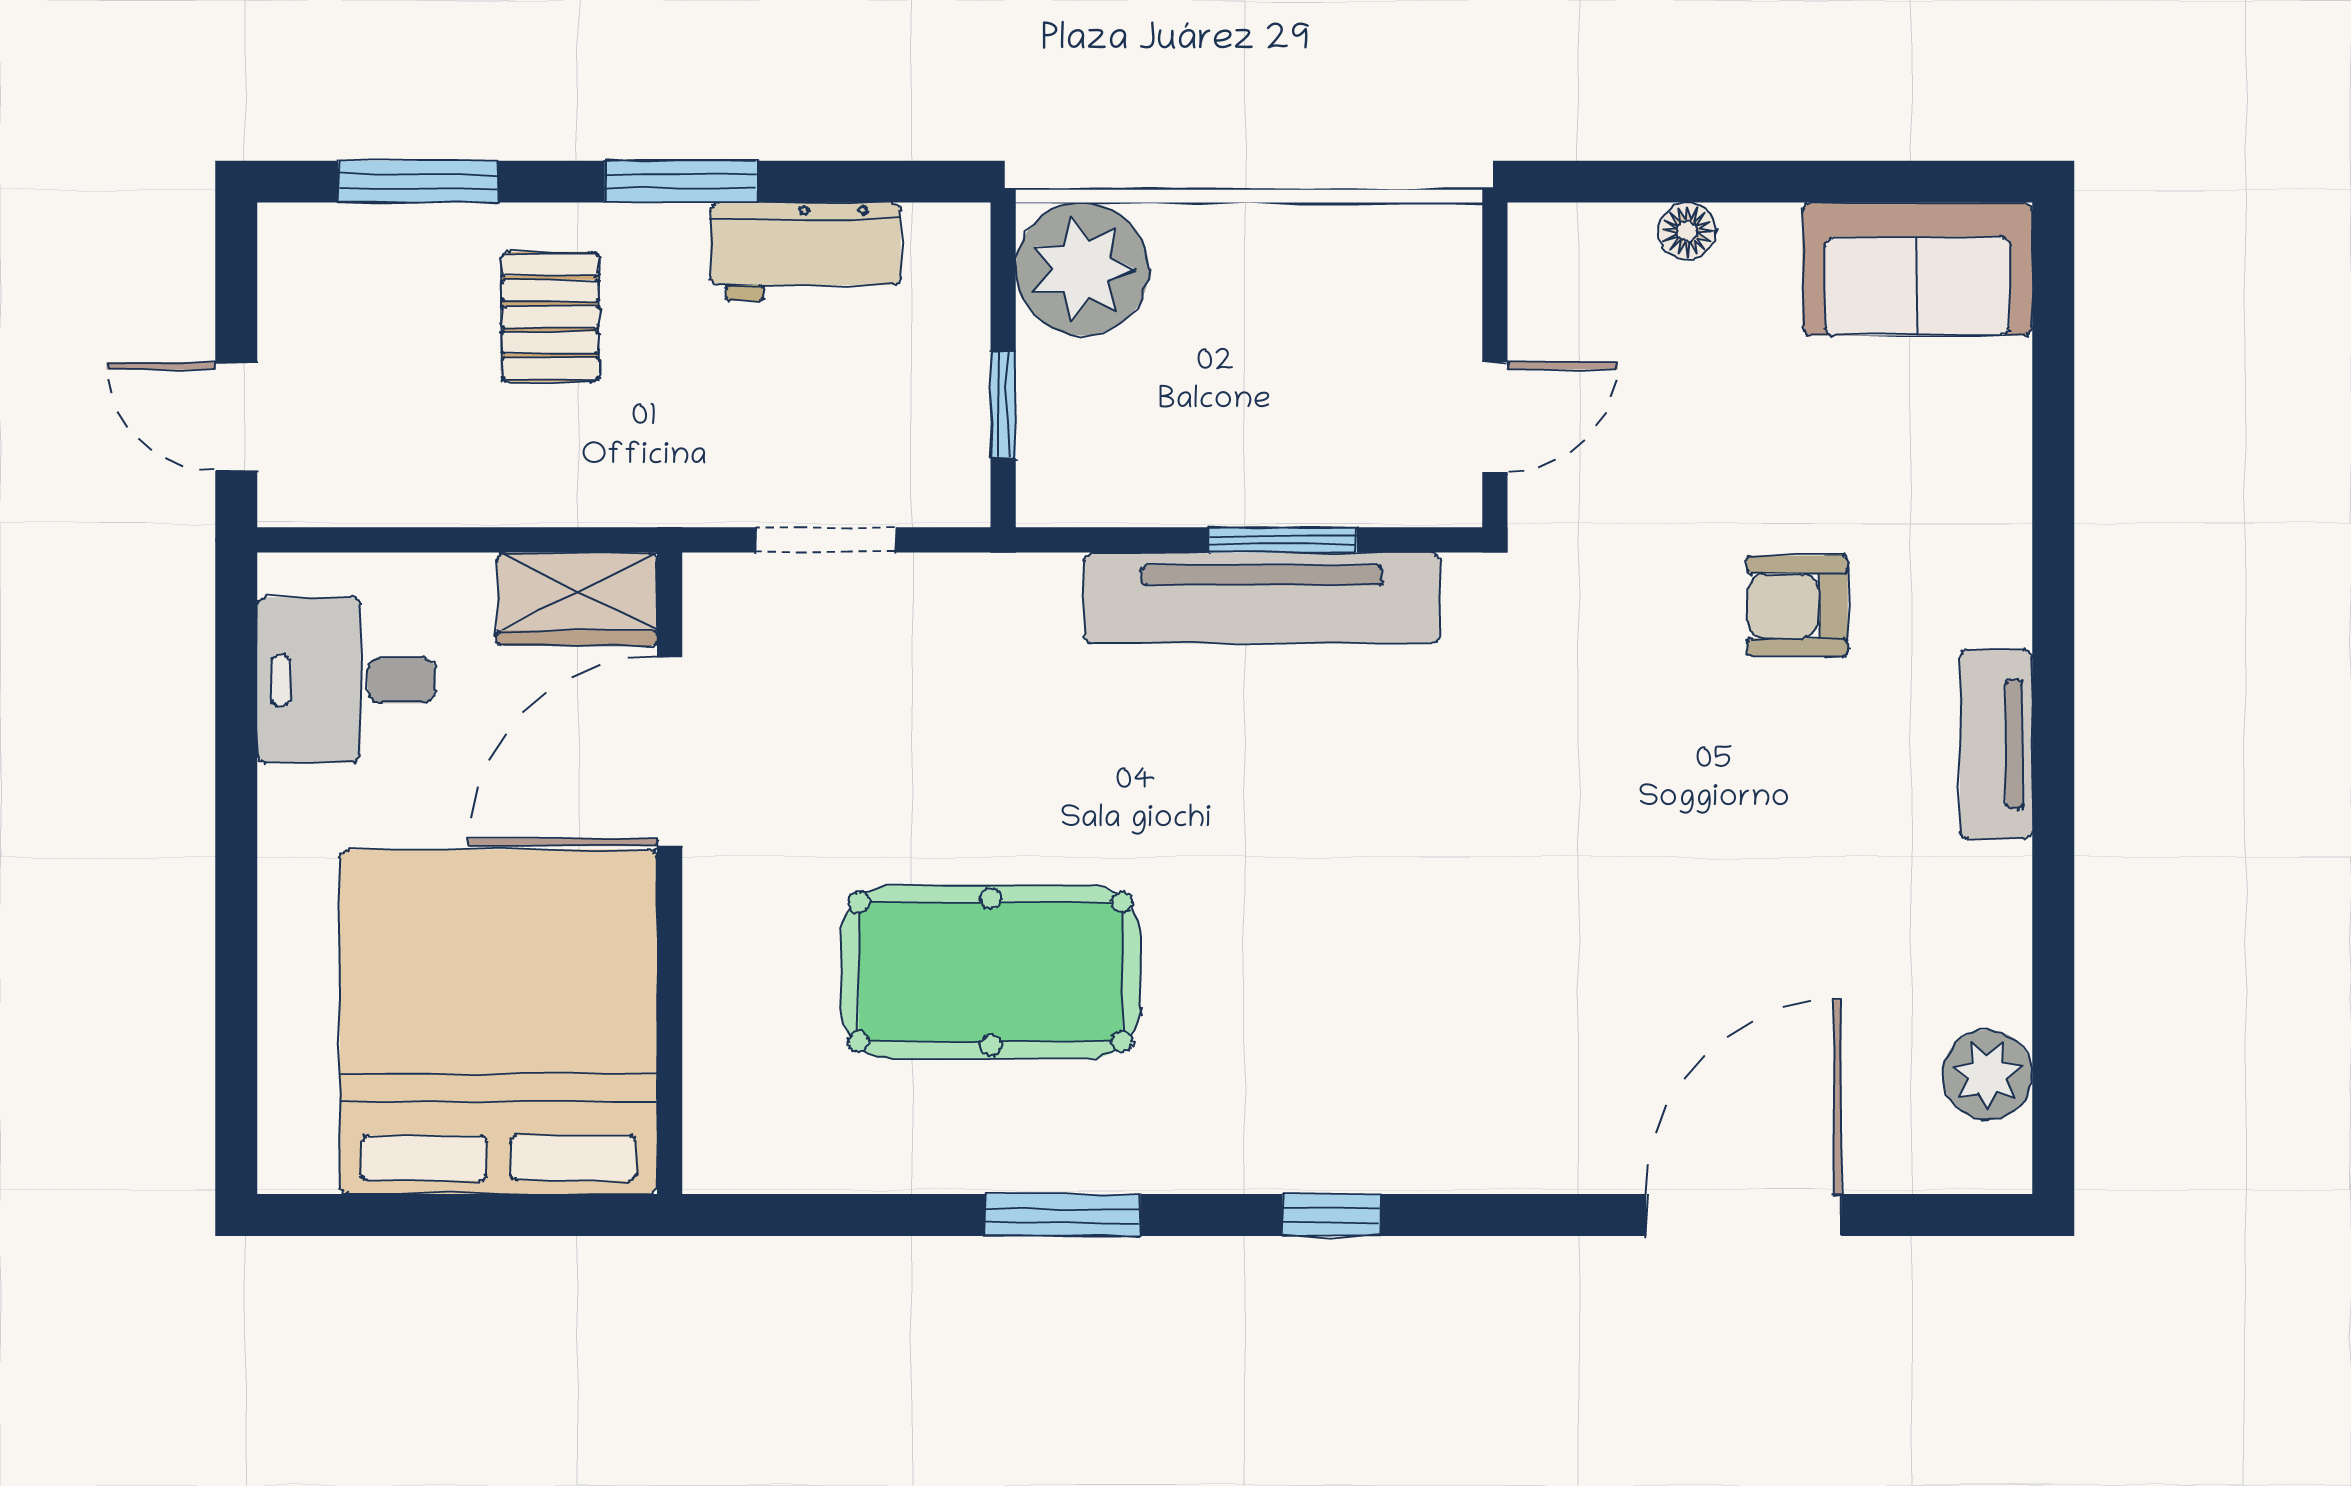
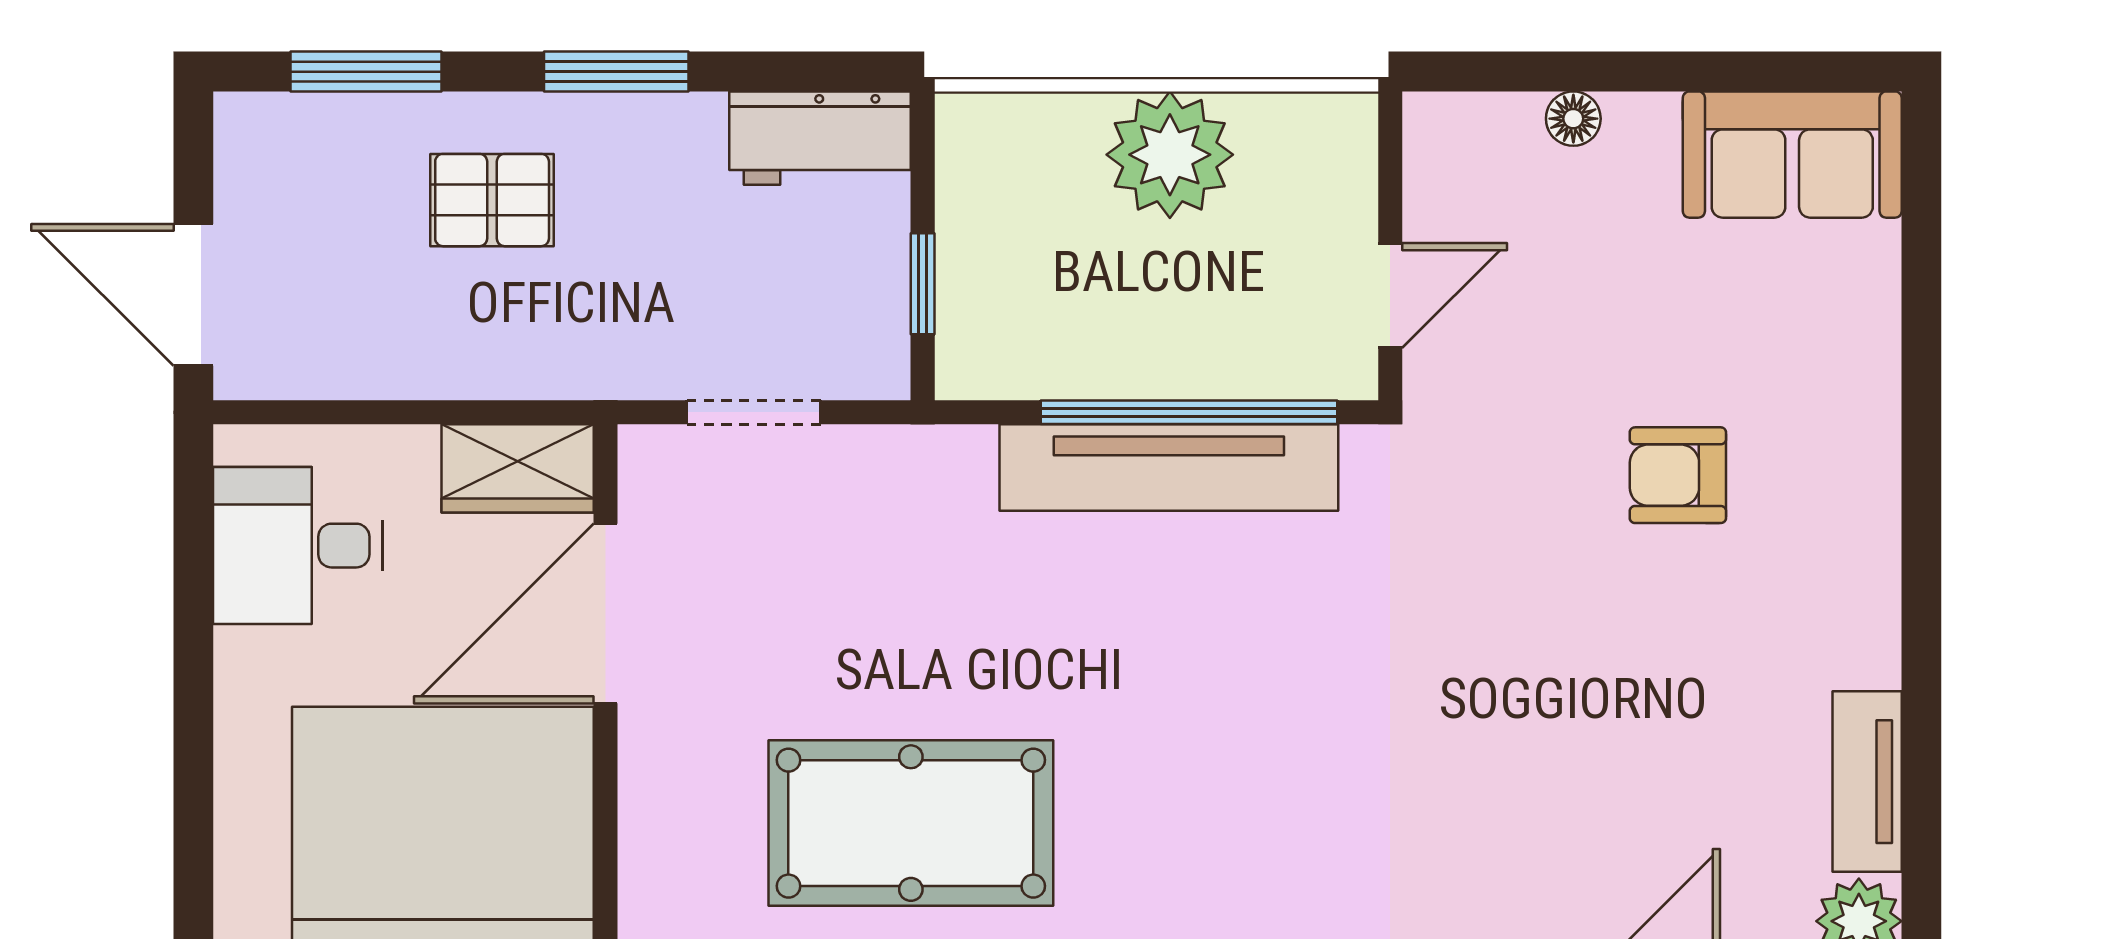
workbench: (805, 252) -> (820, 138), moved
plant: (1082, 269) -> (1170, 155), moved
pallet: (550, 317) -> (492, 200), turned 90
door: (236, 416) -> (193, 295), width x1.37
window: (1283, 540) -> (1189, 412), width x2.11
tv unit: (1996, 744) -> (1867, 782), moved

